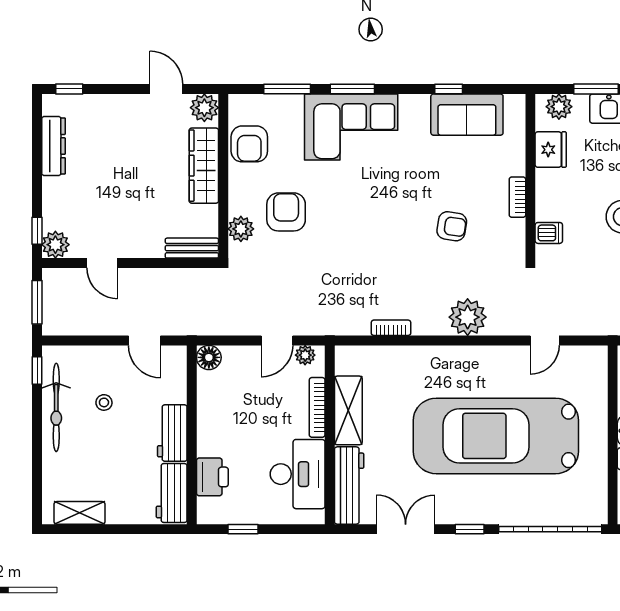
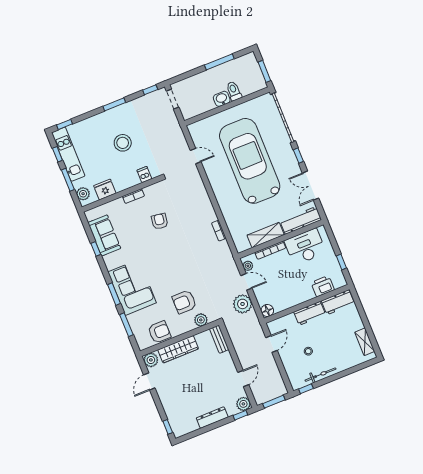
dresser: (53, 146) -> (212, 418), moved
plant: (468, 317) -> (243, 304), moved
bicycle: (56, 407) -> (320, 375), width x0.73, depth x0.71
car: (496, 436) -> (250, 161), turned 180

